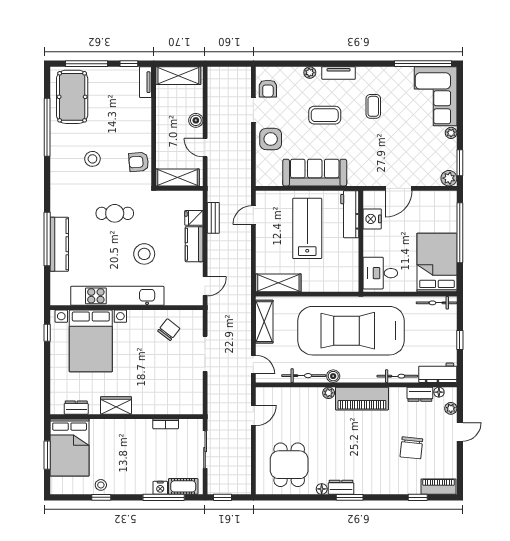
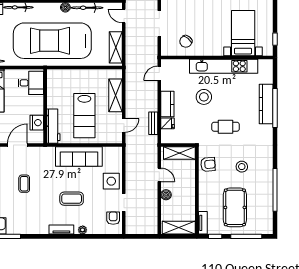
pool table: (72, 97) -> (235, 207), moved
coffee table: (373, 106) -> (24, 184), moved
shelving: (278, 283) -> (115, 95), moved, turned 90
car: (351, 331) -> (52, 41), turned 180
bed with nightstands: (91, 341) -> (243, 33), width x0.73

